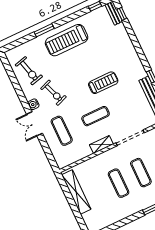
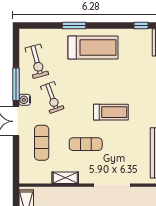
treadmill: (67, 40) -> (93, 47), turned 180
window: (21, 96) -> (16, 84), added
shelving: (101, 145) -> (65, 178), moved

